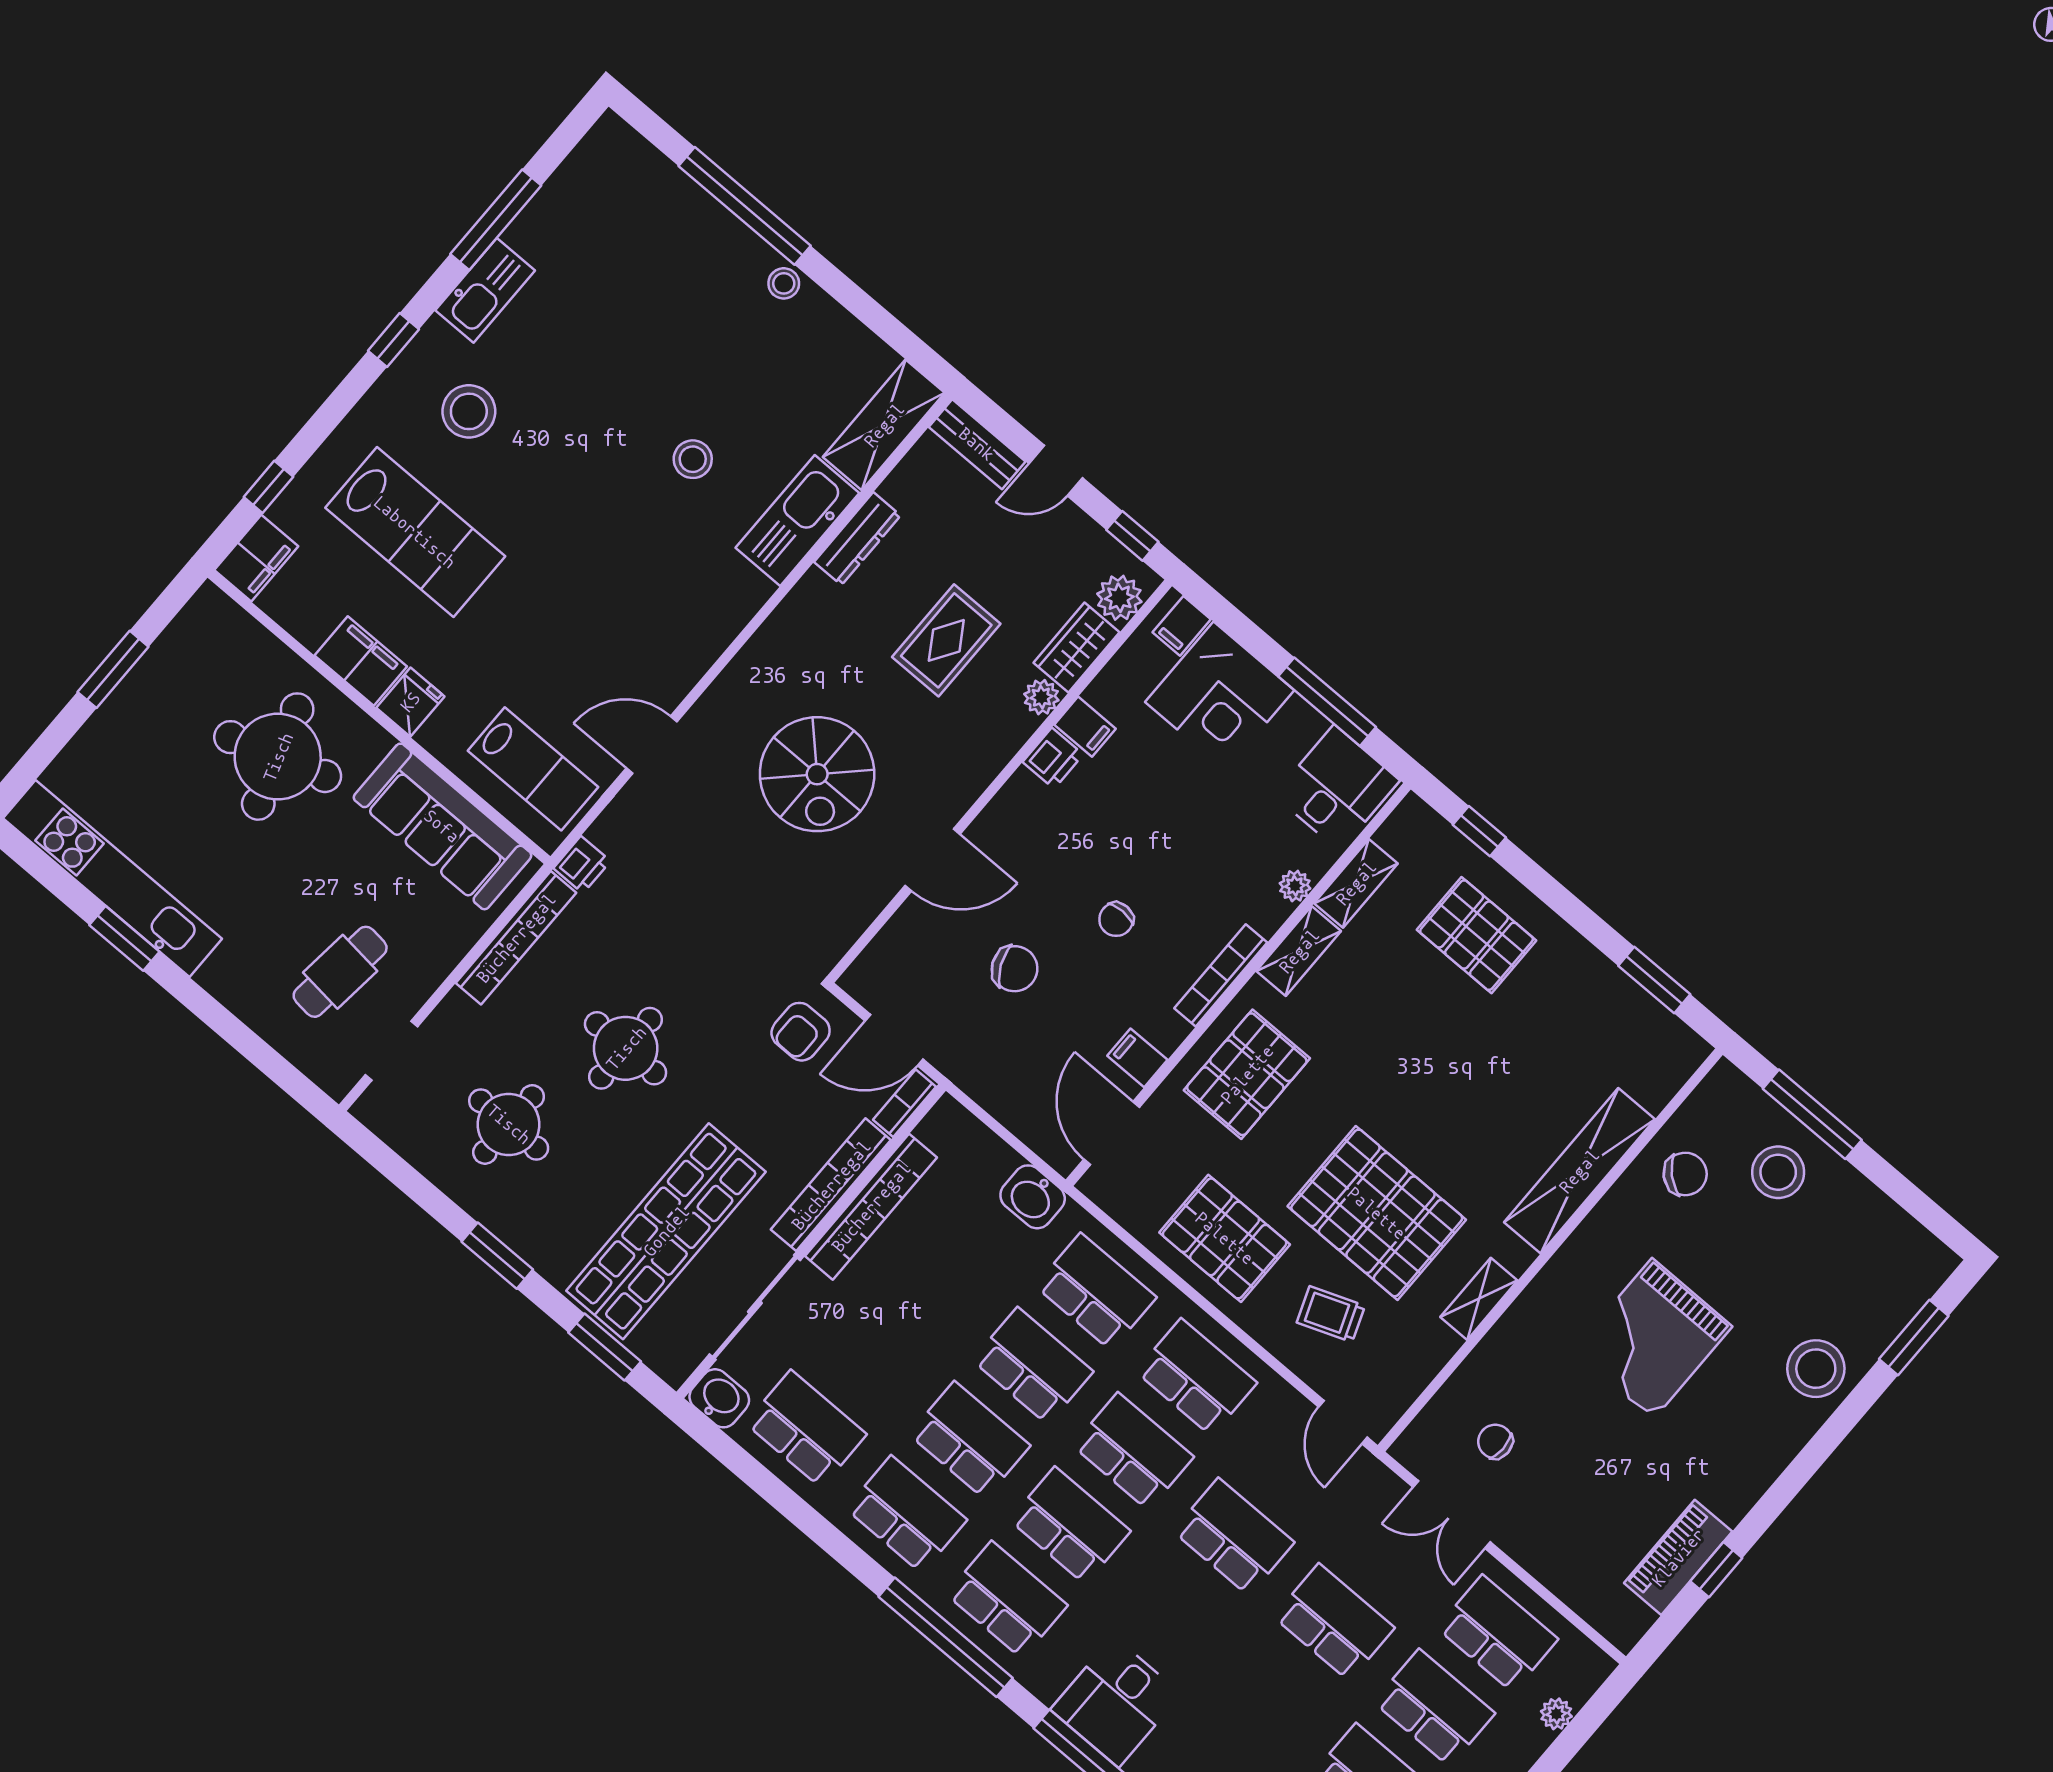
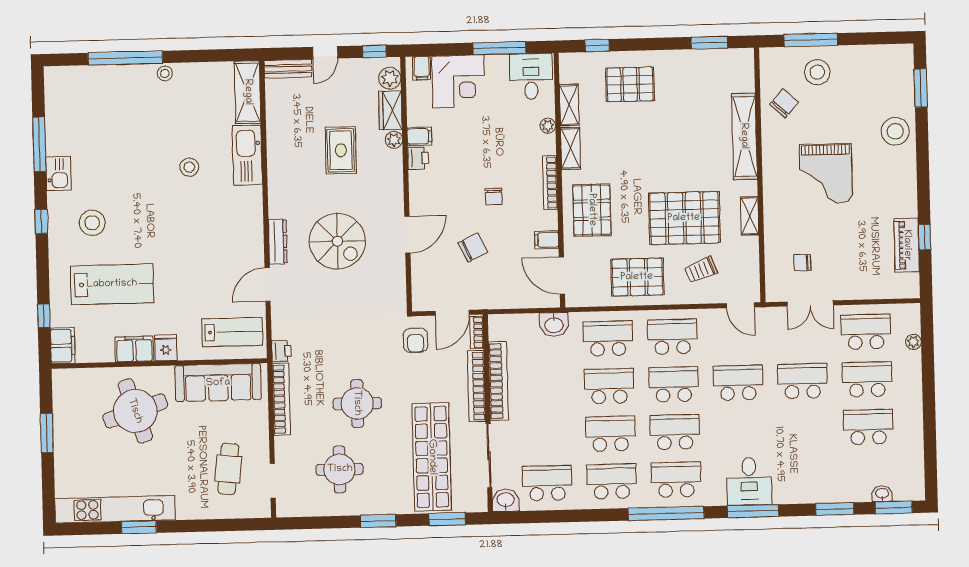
kitchen sink: (485, 290) -> (59, 173), width x0.73
dresser: (857, 539) -> (278, 241), moved

